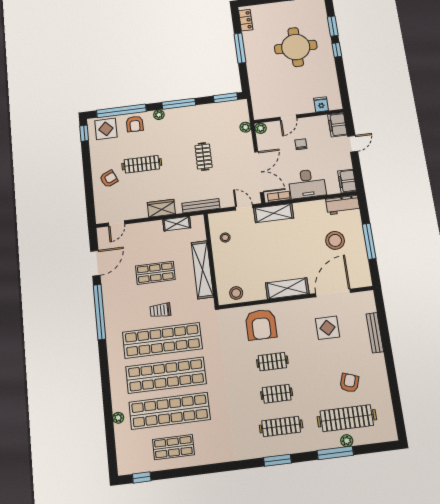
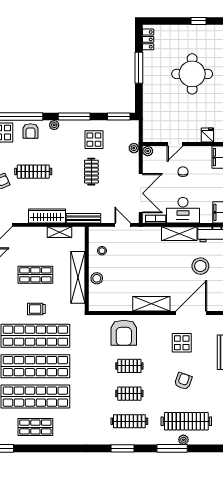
display table: (202, 124) -> (94, 140), added
wardrobe: (161, 208) -> (47, 216), width x1.50
shelving: (274, 213) -> (179, 234), moved
stool: (236, 293) -> (97, 278), moved
armchair: (349, 383) -> (183, 381), moved

